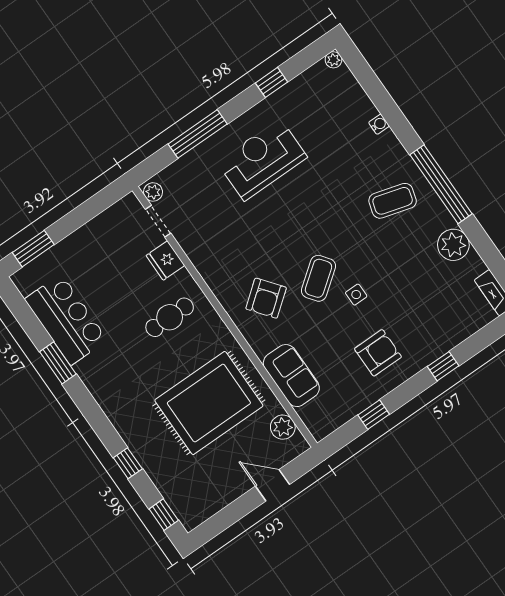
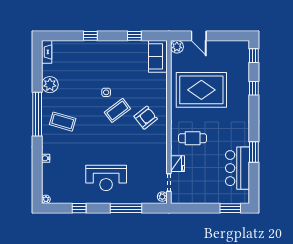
armchair: (378, 353) -> (114, 61), removed
sofa: (291, 376) -> (158, 56), moved
plant: (283, 427) -> (177, 47), moved

